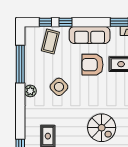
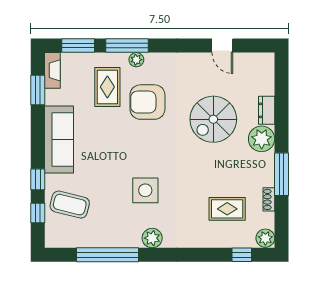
armchair: (93, 65) -> (147, 102), moved, turned 90
side table: (59, 87) -> (145, 190), turned 45
spiral stairs: (102, 128) -> (213, 119), turned 180

